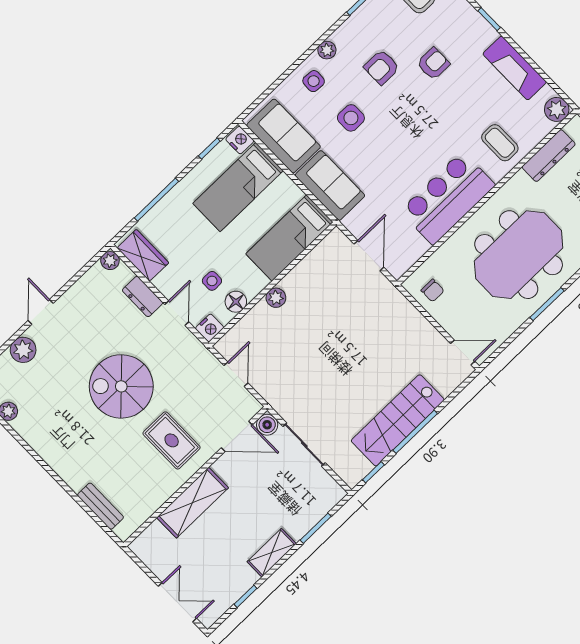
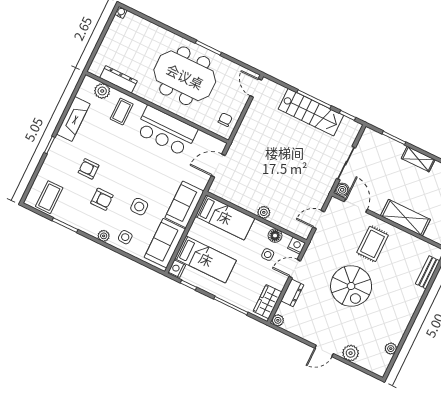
plant: (557, 109) -> (102, 91), moved

